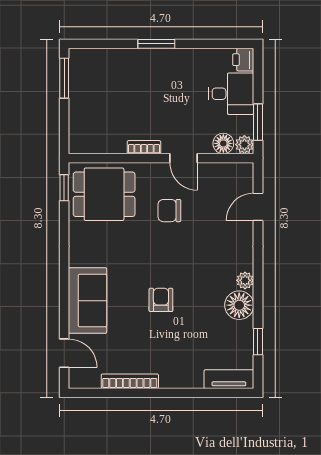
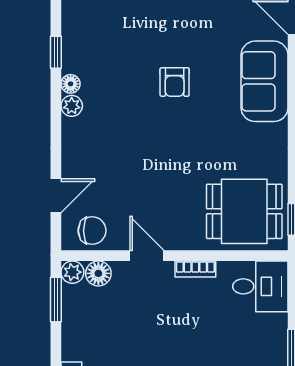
desk: (231, 94) -> (260, 286), moved, turned 180
chair: (169, 211) -> (92, 231), moved
floor lamp: (239, 305) -> (71, 84), width x0.53, depth x0.53
window: (258, 342) -> (56, 52), moved

